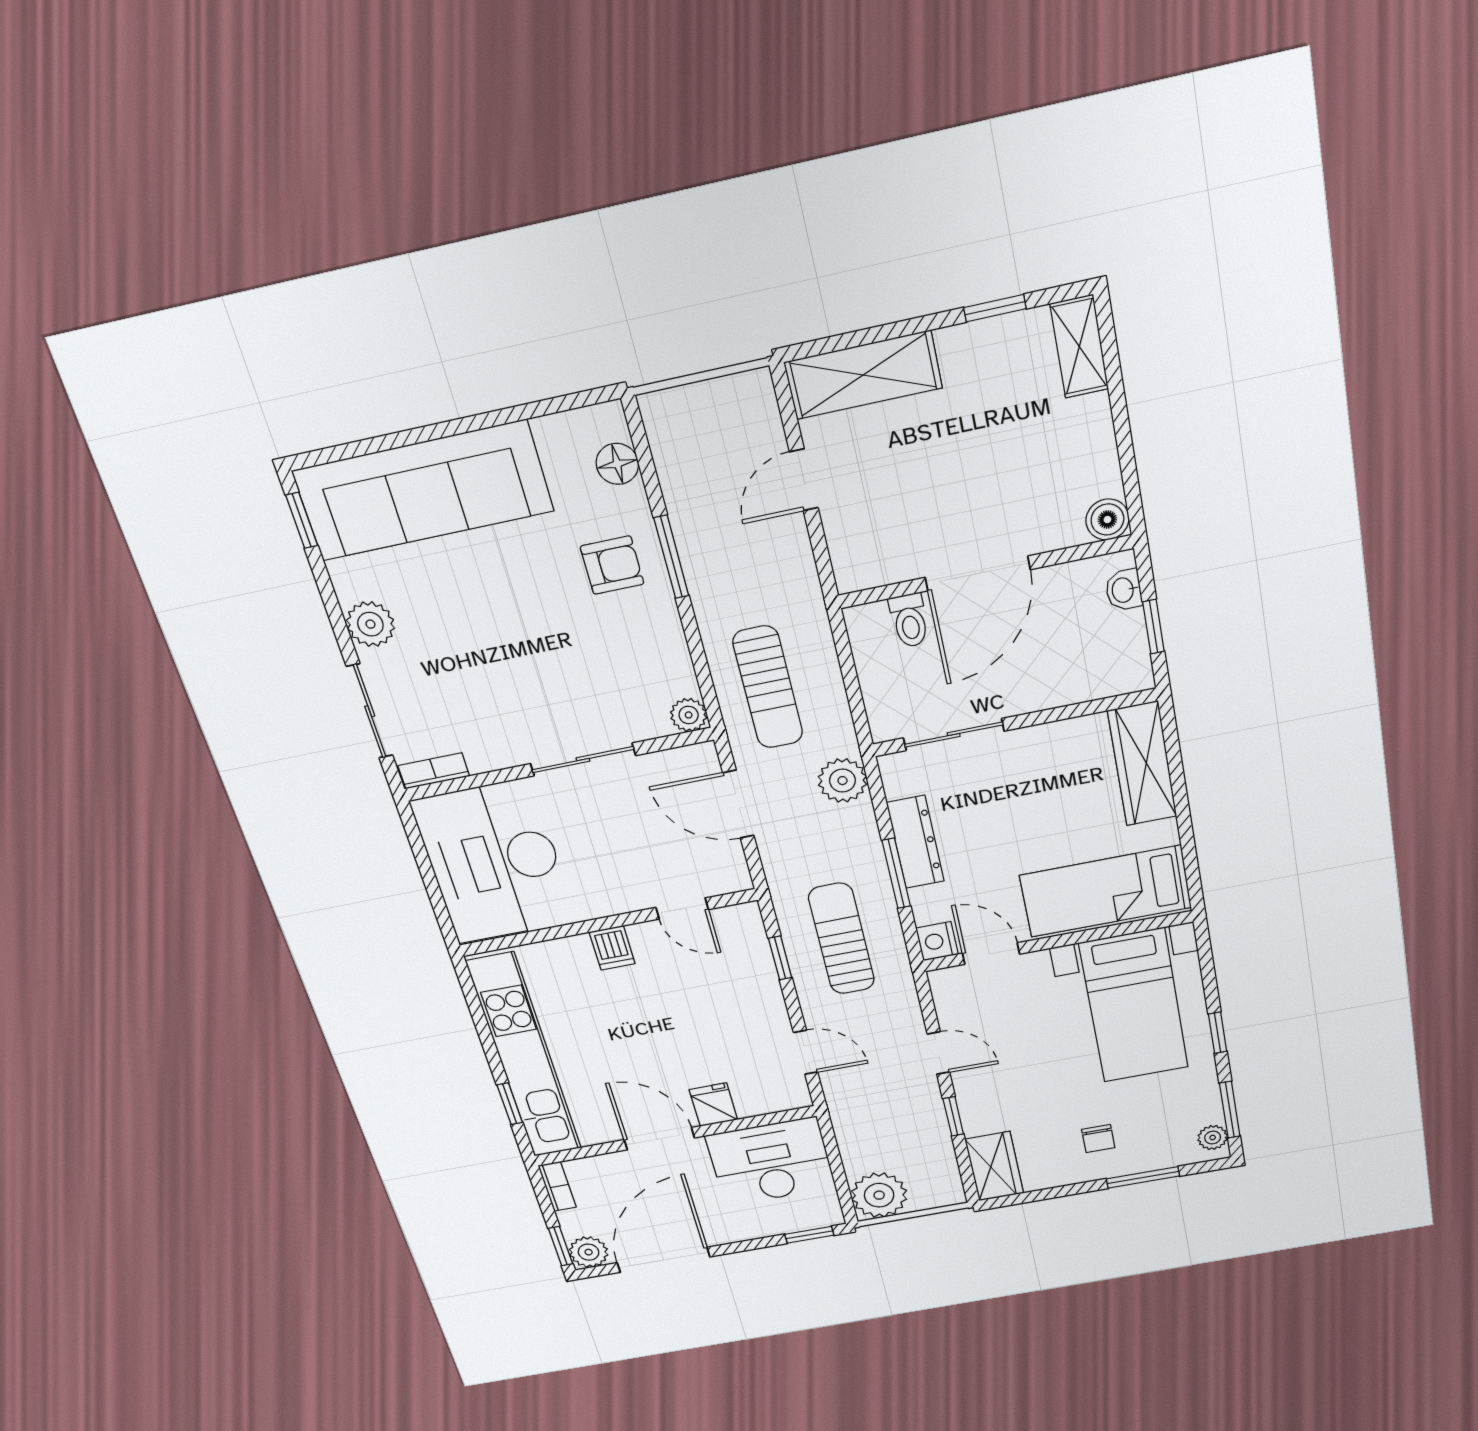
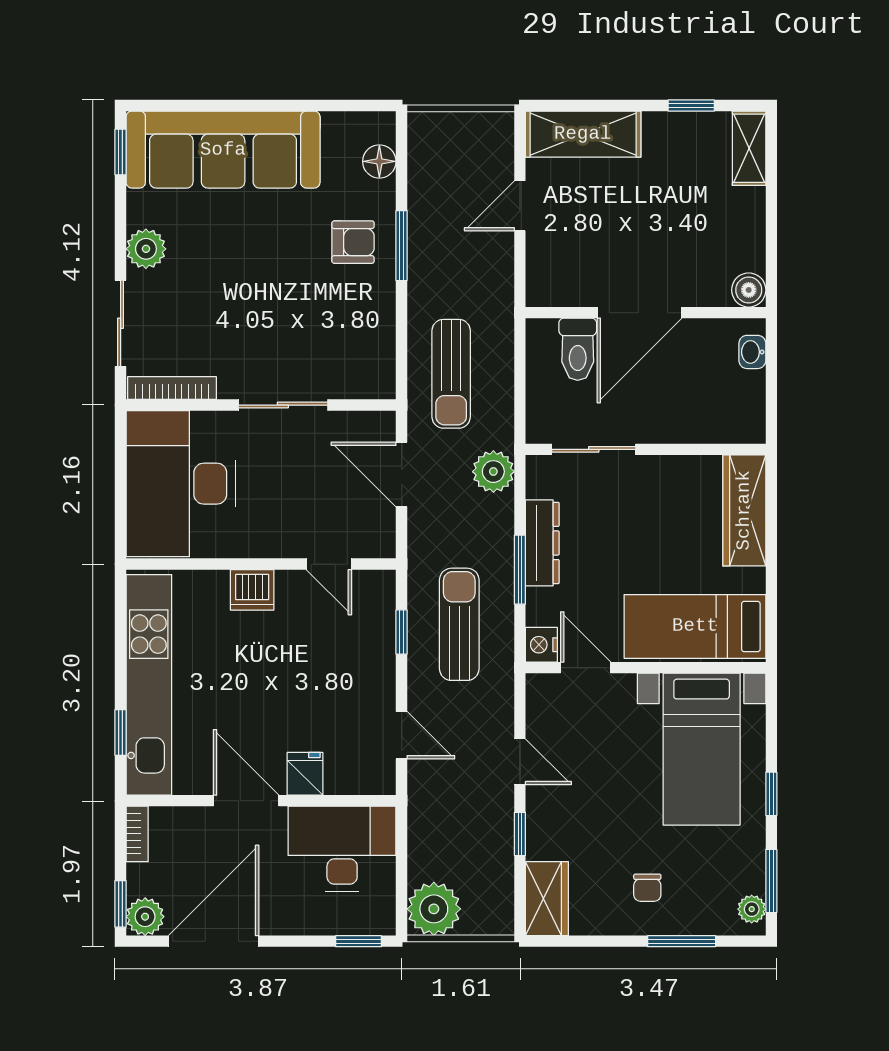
toilet: (909, 620) -> (578, 349), width x1.37, depth x1.39
window: (1153, 627) -> (771, 389), removed
plant: (689, 715) -> (381, 384), removed
bookcase: (434, 771) -> (172, 388), width x1.56
dishwasher: (612, 948) -> (252, 590), width x1.38

